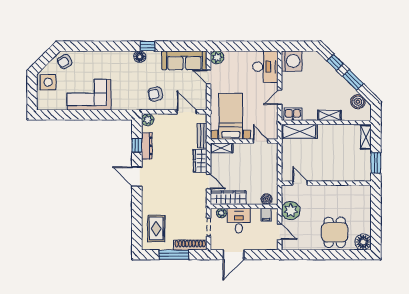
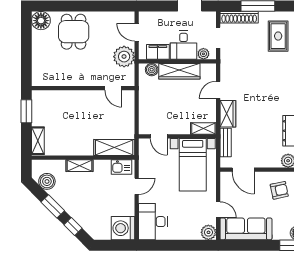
door: (209, 182) -> (218, 90), hinge flipped
wardrobe: (228, 198) -> (179, 71), moved
filing cabinet: (266, 215) -> (158, 52), width x2.00

